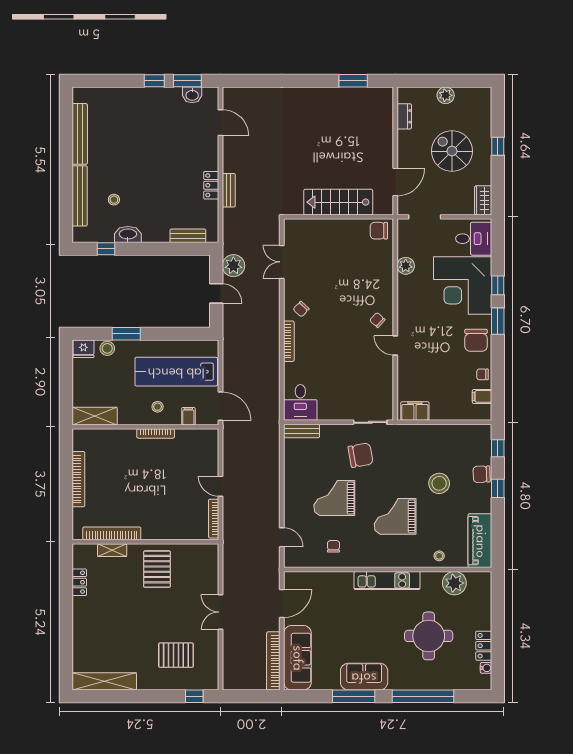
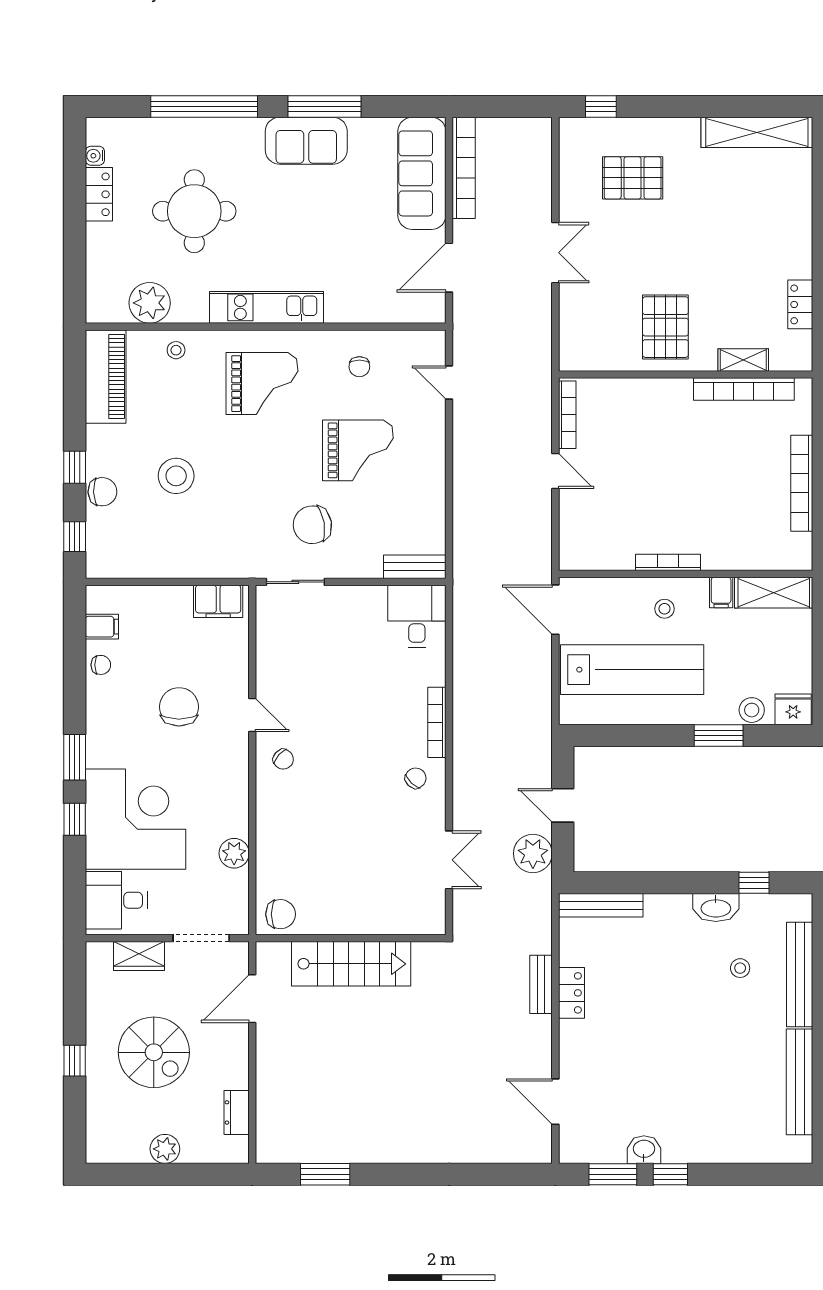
washbasin: (192, 95) -> (644, 1150), moved
wardrobe: (483, 200) -> (139, 956), moved, turned 90
bench: (188, 236) -> (601, 905), width x1.36
chair: (476, 340) -> (179, 707), moved
filing cabinet: (188, 416) -> (721, 592), moved
grand piano: (395, 516) -> (262, 384), moved

